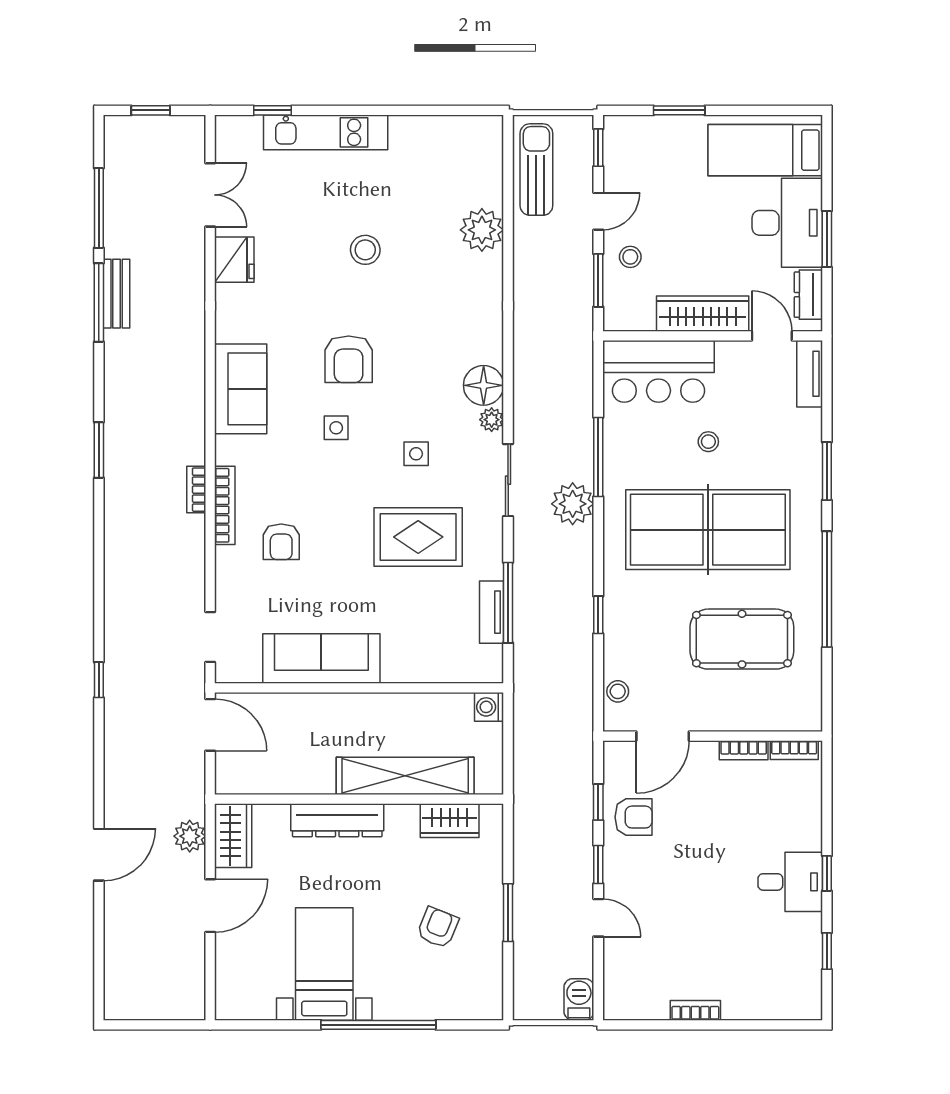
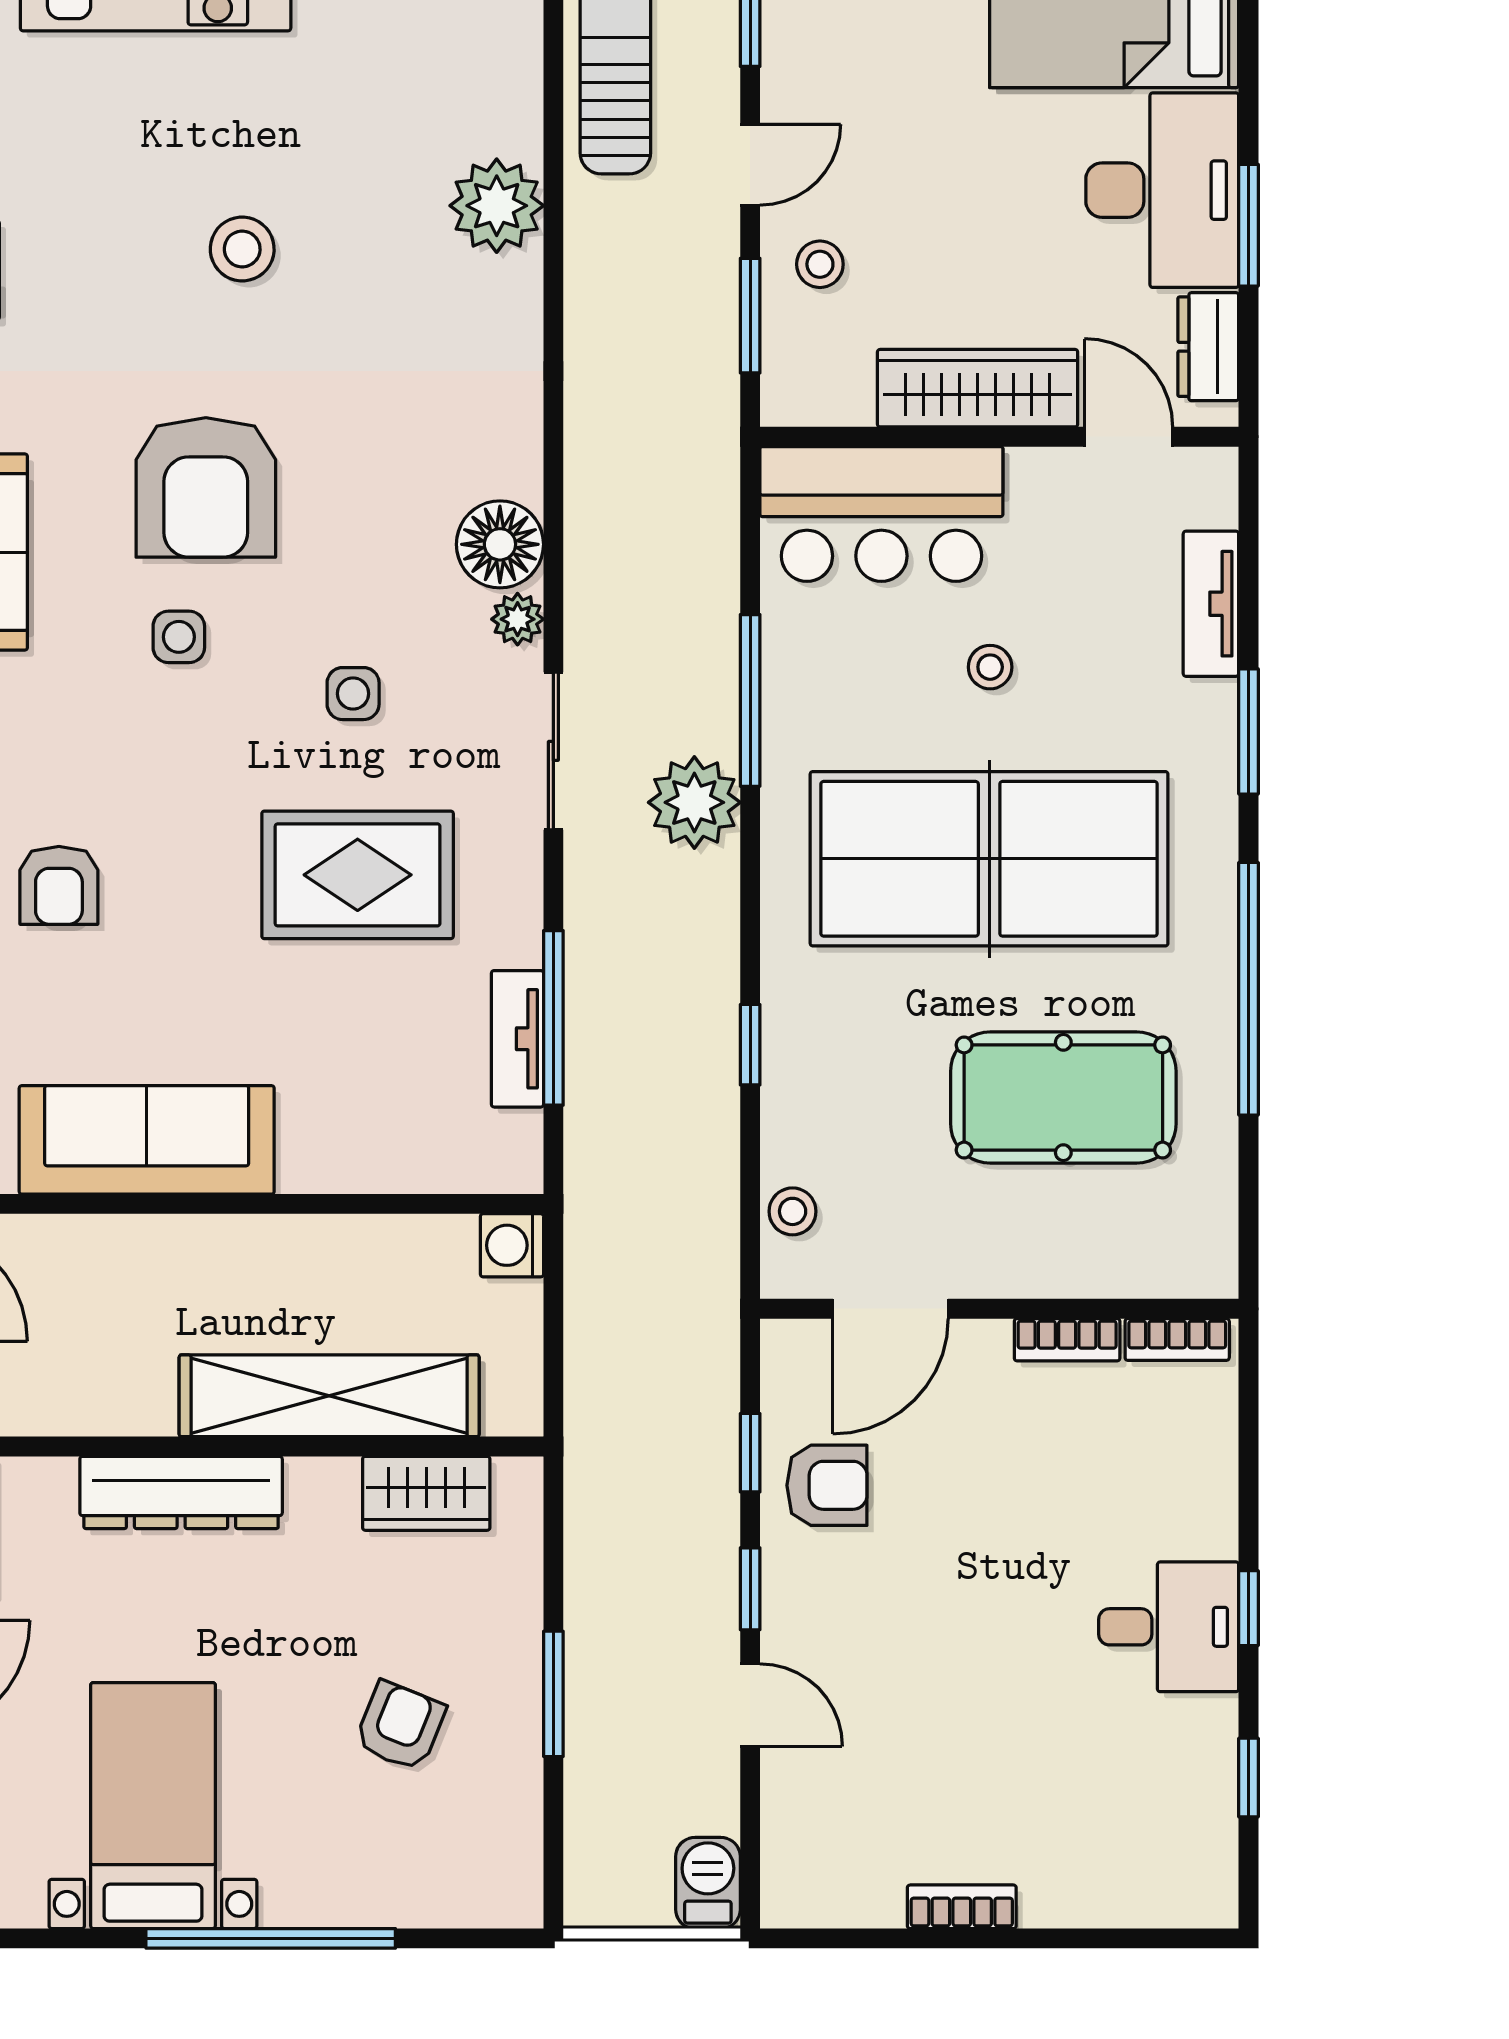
armchair: (349, 359) -> (206, 487), width x1.36, depth x1.36
tv unit: (810, 374) -> (1211, 604), moved

